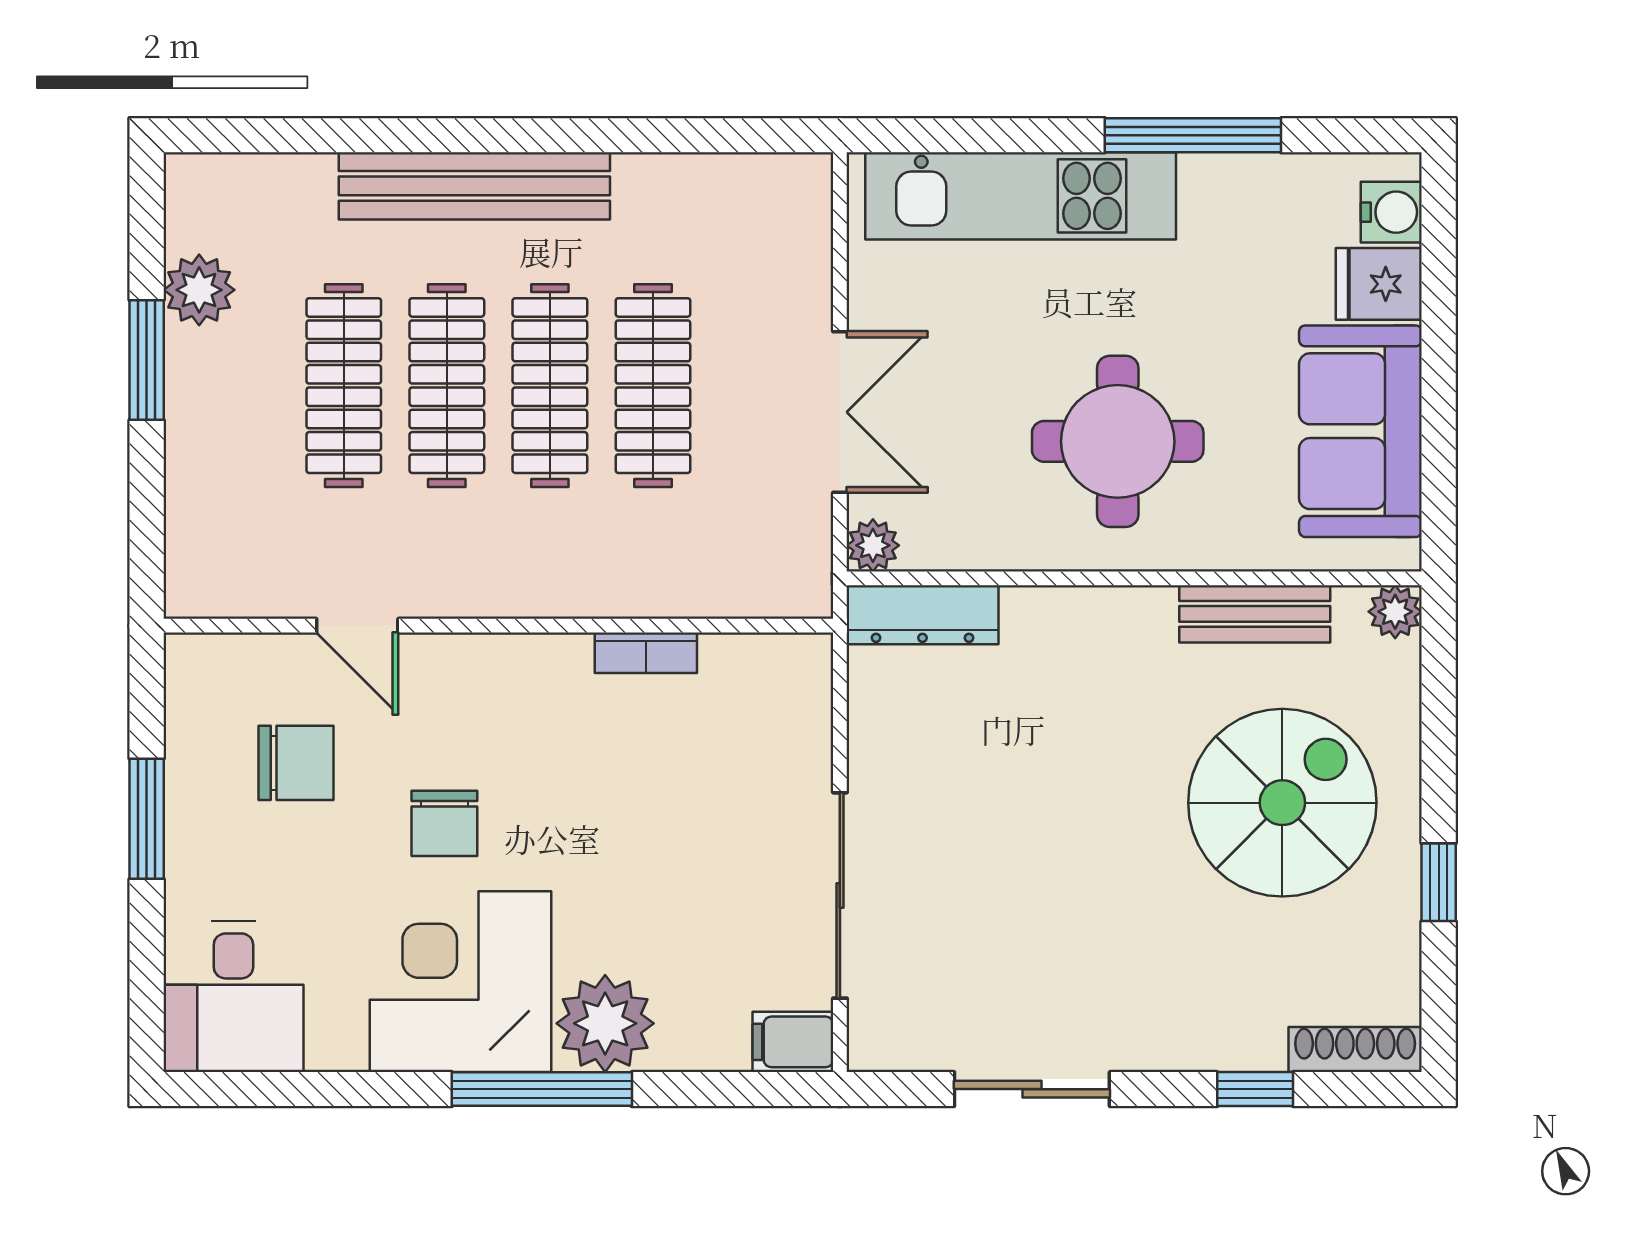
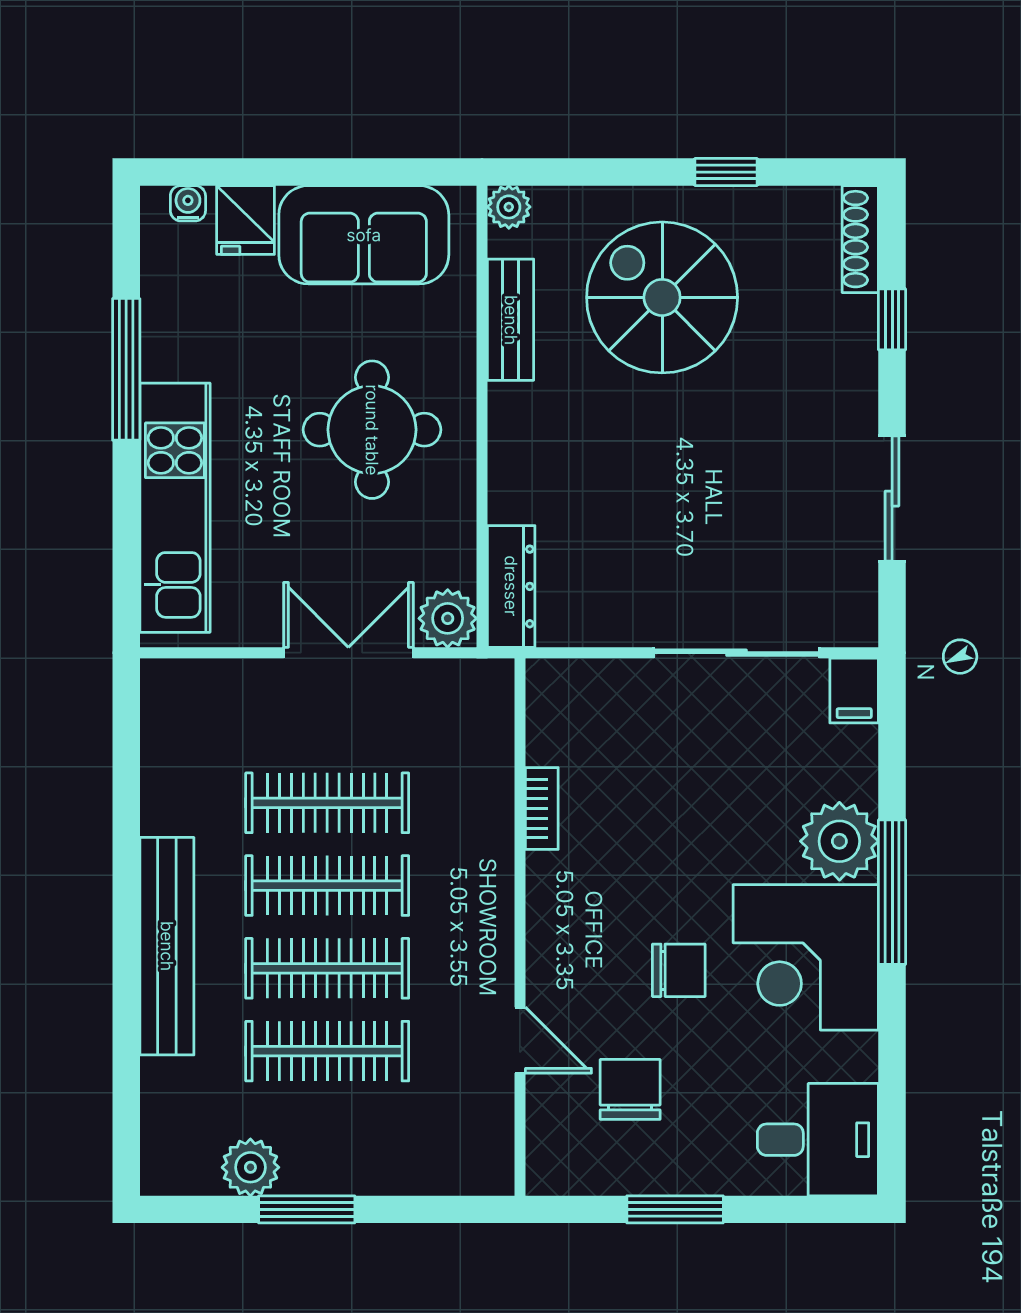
water cooler: (1391, 212) -> (188, 203), width x0.72, depth x0.72
plant: (873, 545) -> (448, 618), width x1.38, depth x1.38
door: (357, 626) -> (520, 1040), hinge flipped

